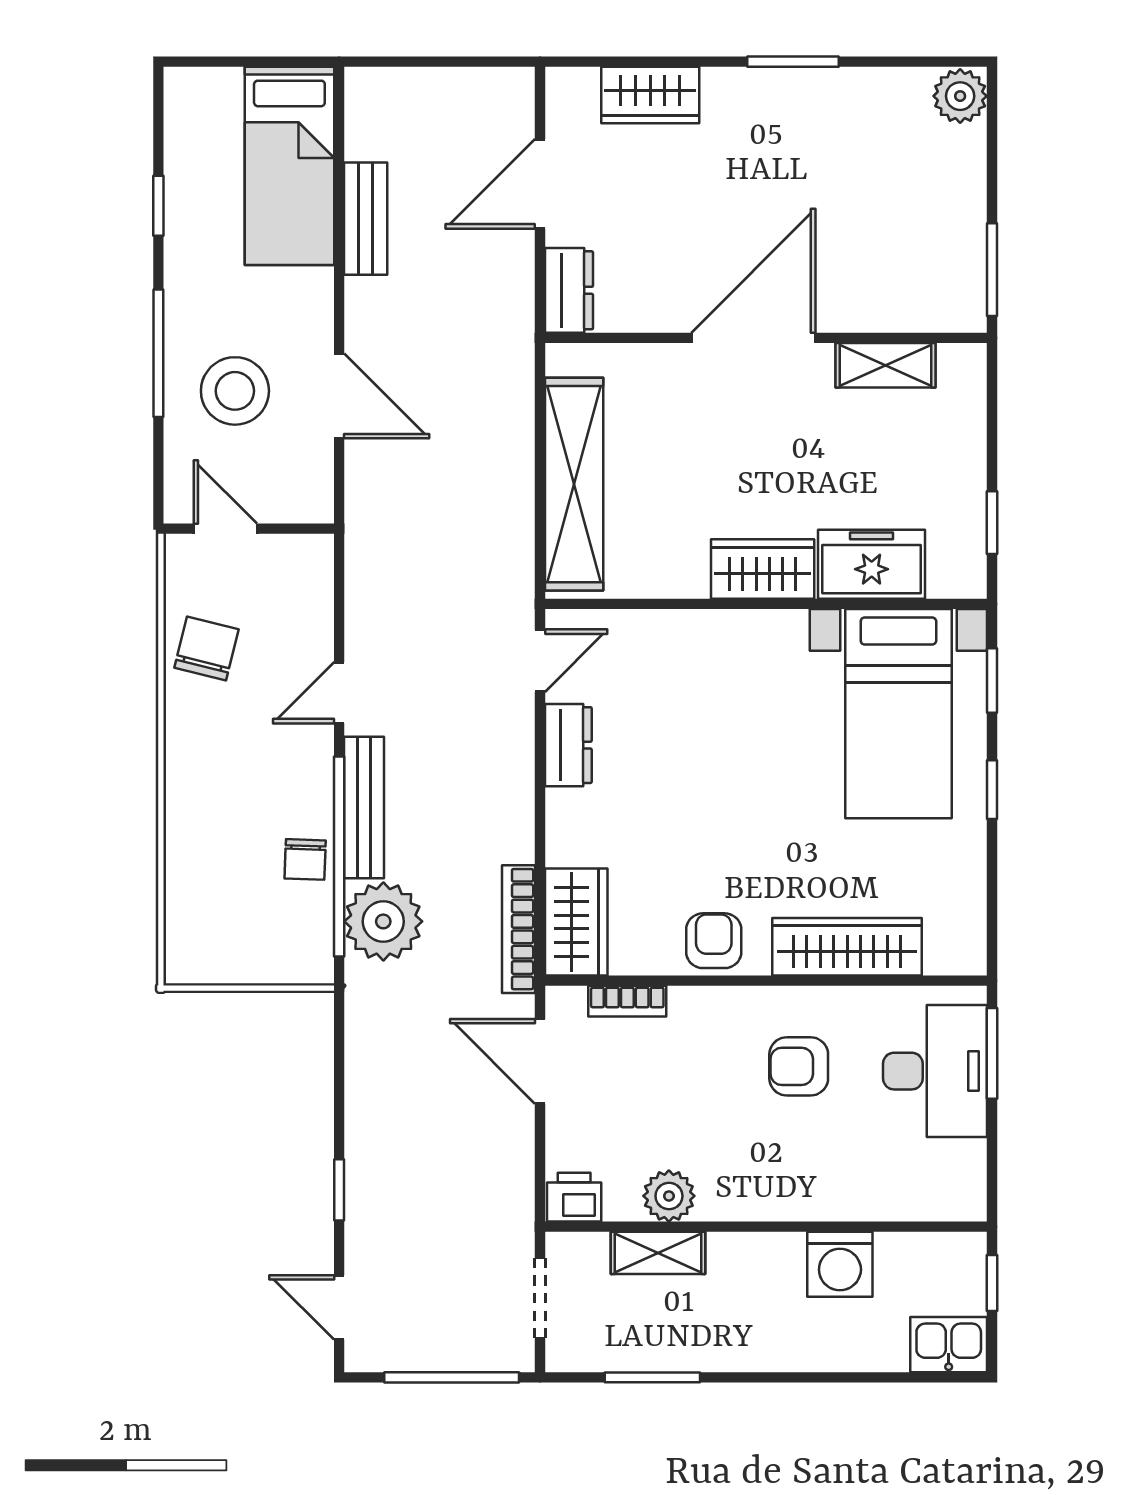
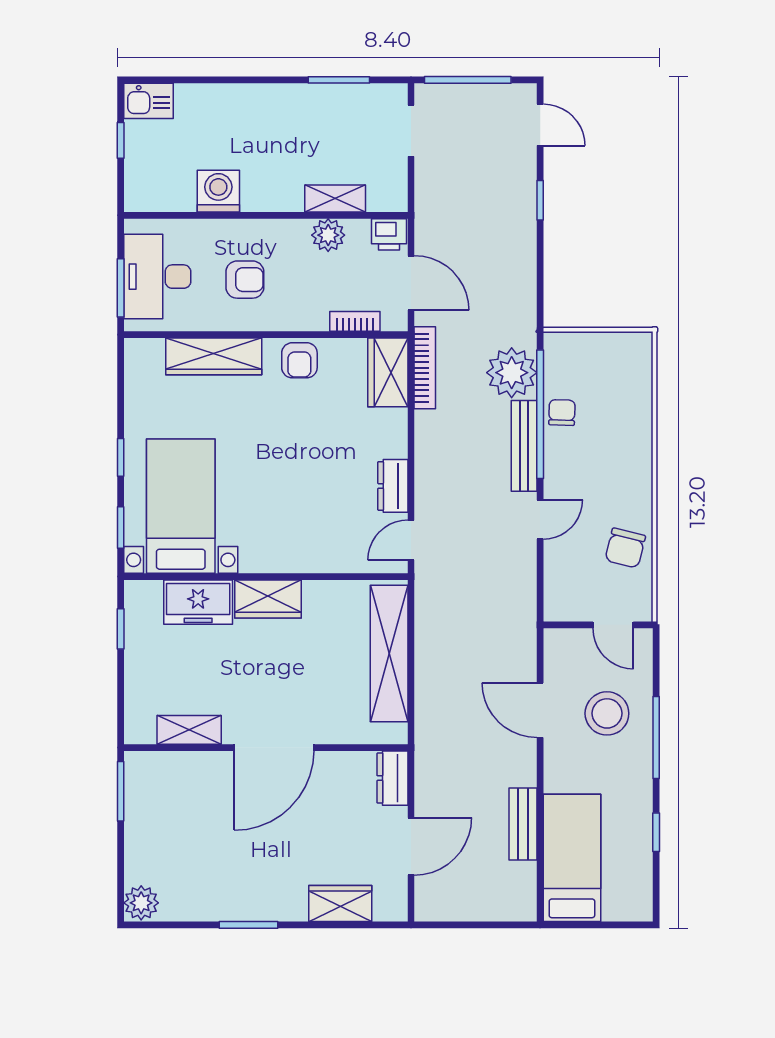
plant: (669, 1196) -> (328, 235), moved
printer: (574, 1197) -> (389, 234), moved
wall: (766, 1227) -> (266, 215), moved
shelving: (658, 1253) -> (335, 198), moved
washing machine: (840, 1264) -> (218, 191), moved

